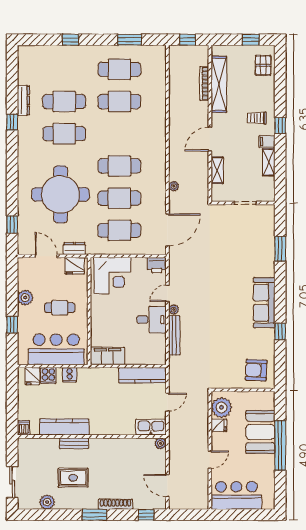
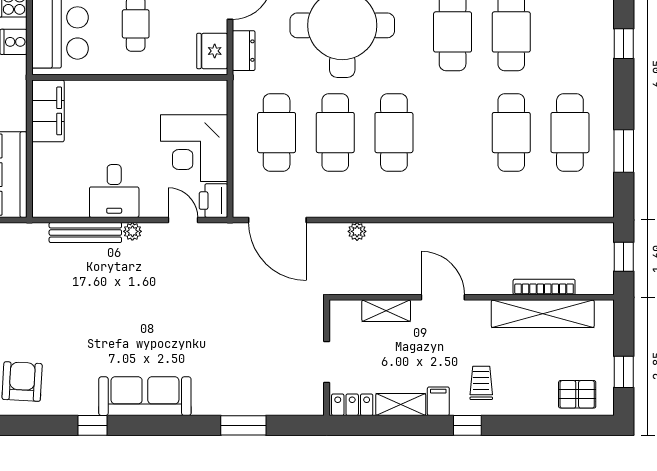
locker: (269, 189) -> (352, 405), added
corner desk: (112, 276) -> (194, 148), moved
door: (167, 293) -> (183, 220), moved

